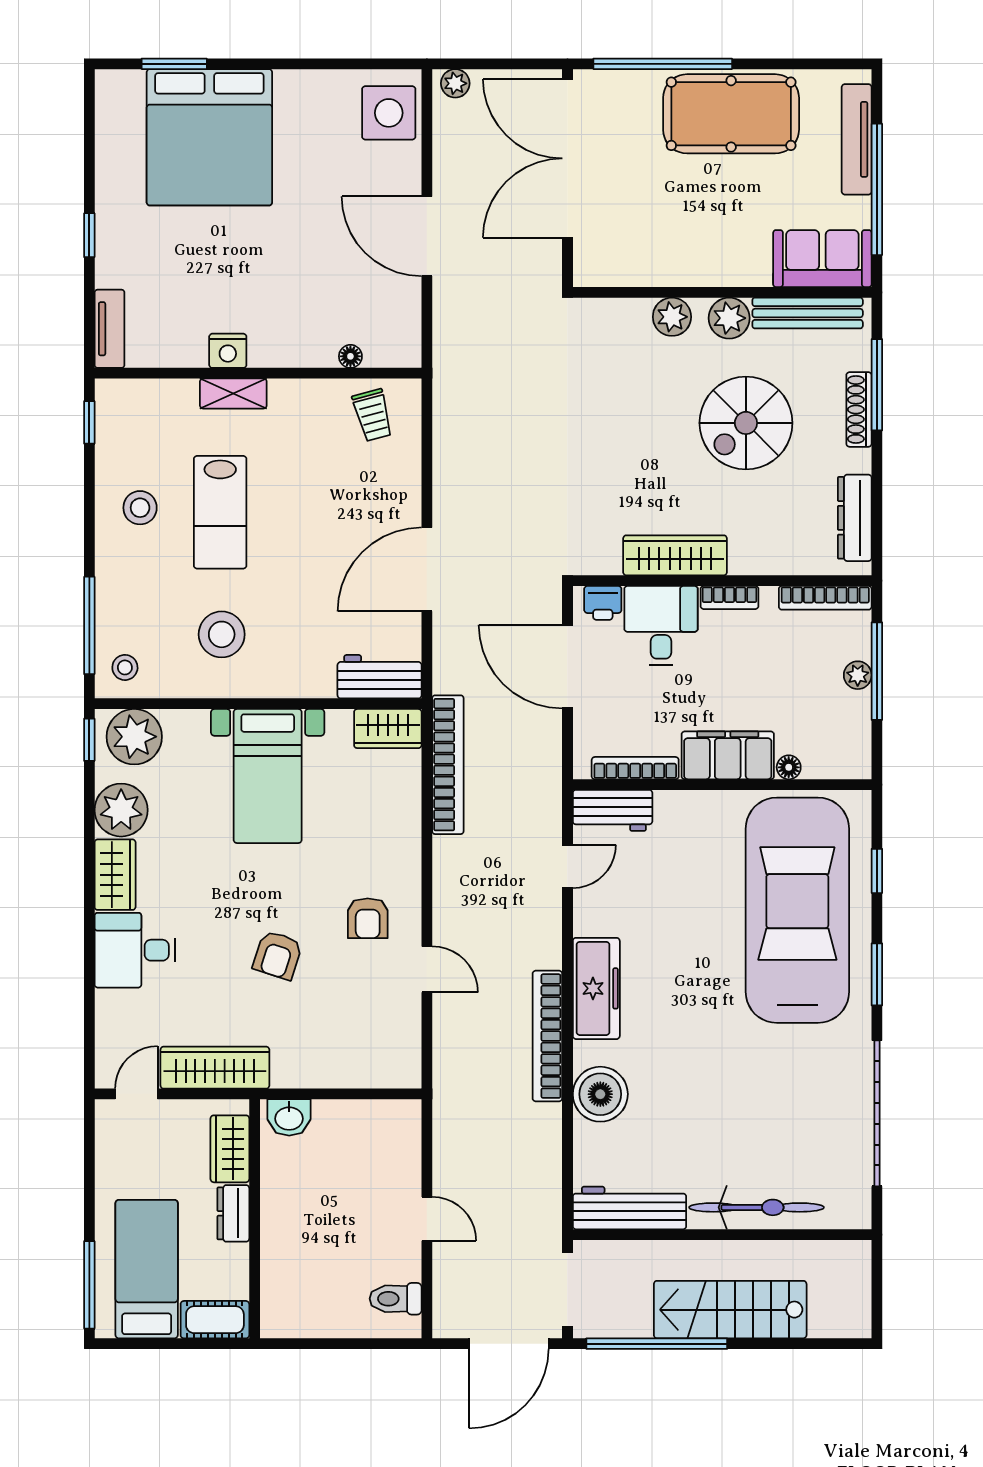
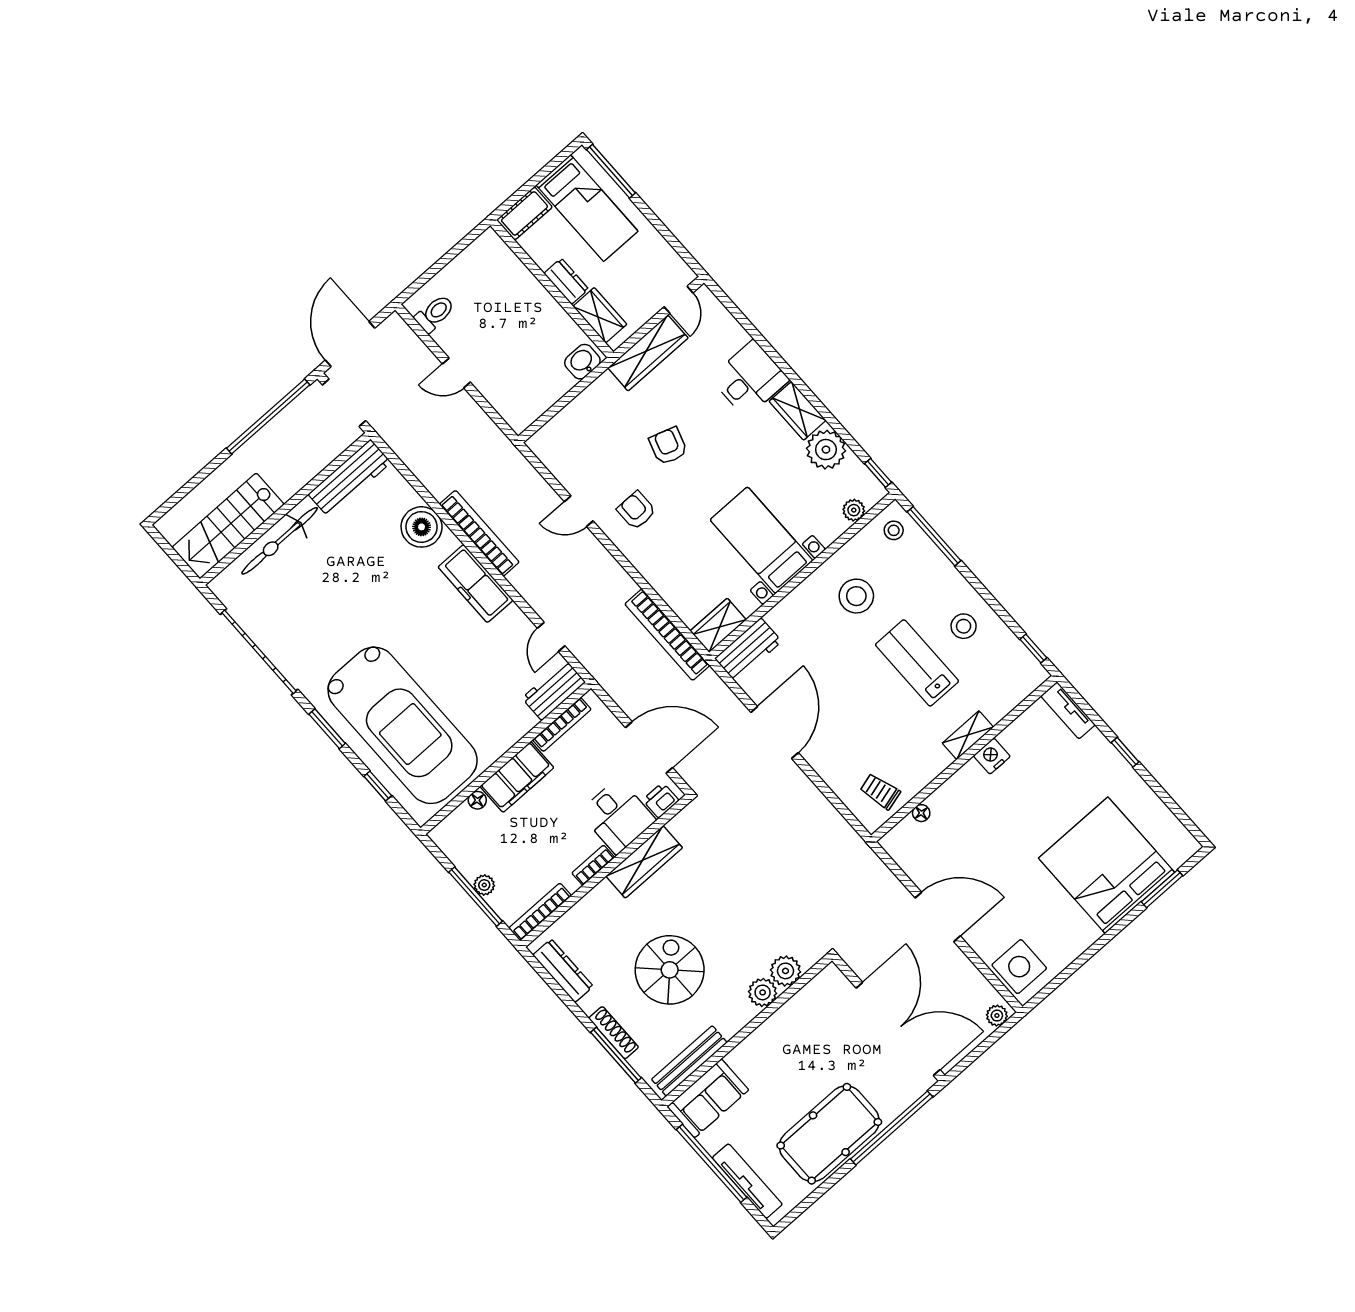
plant: (729, 318) -> (785, 971), moved
plant: (134, 737) -> (854, 510), width x0.53, depth x0.53
stairs: (730, 1310) -> (228, 526), moved, turned 180

